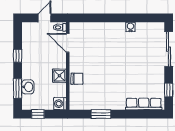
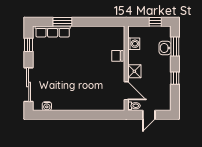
water cooler: (130, 27) -> (47, 106), moved
shower: (59, 76) -> (134, 71), moved
washing machine: (60, 104) -> (134, 44), moved
window: (101, 114) -> (62, 22), moved

